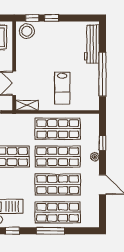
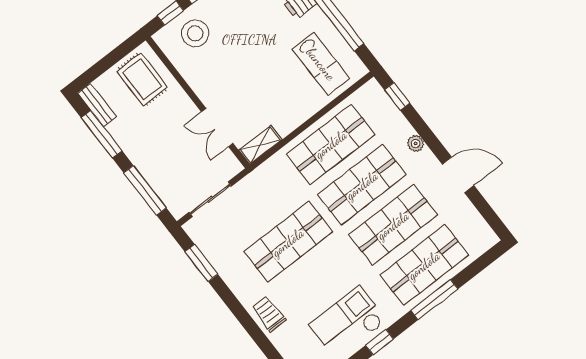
stool: (27, 31) -> (195, 33), moved
lab bench: (62, 88) -> (321, 64), moved
window: (103, 143) -> (397, 96), moved

